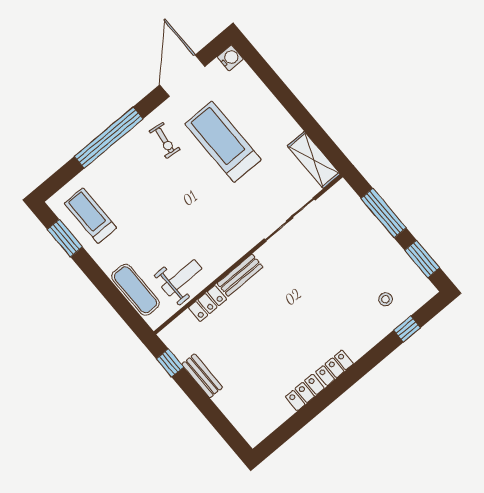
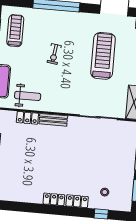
exercise bike: (165, 140) -> (54, 54), moved
locker: (305, 392) -> (77, 201), moved

